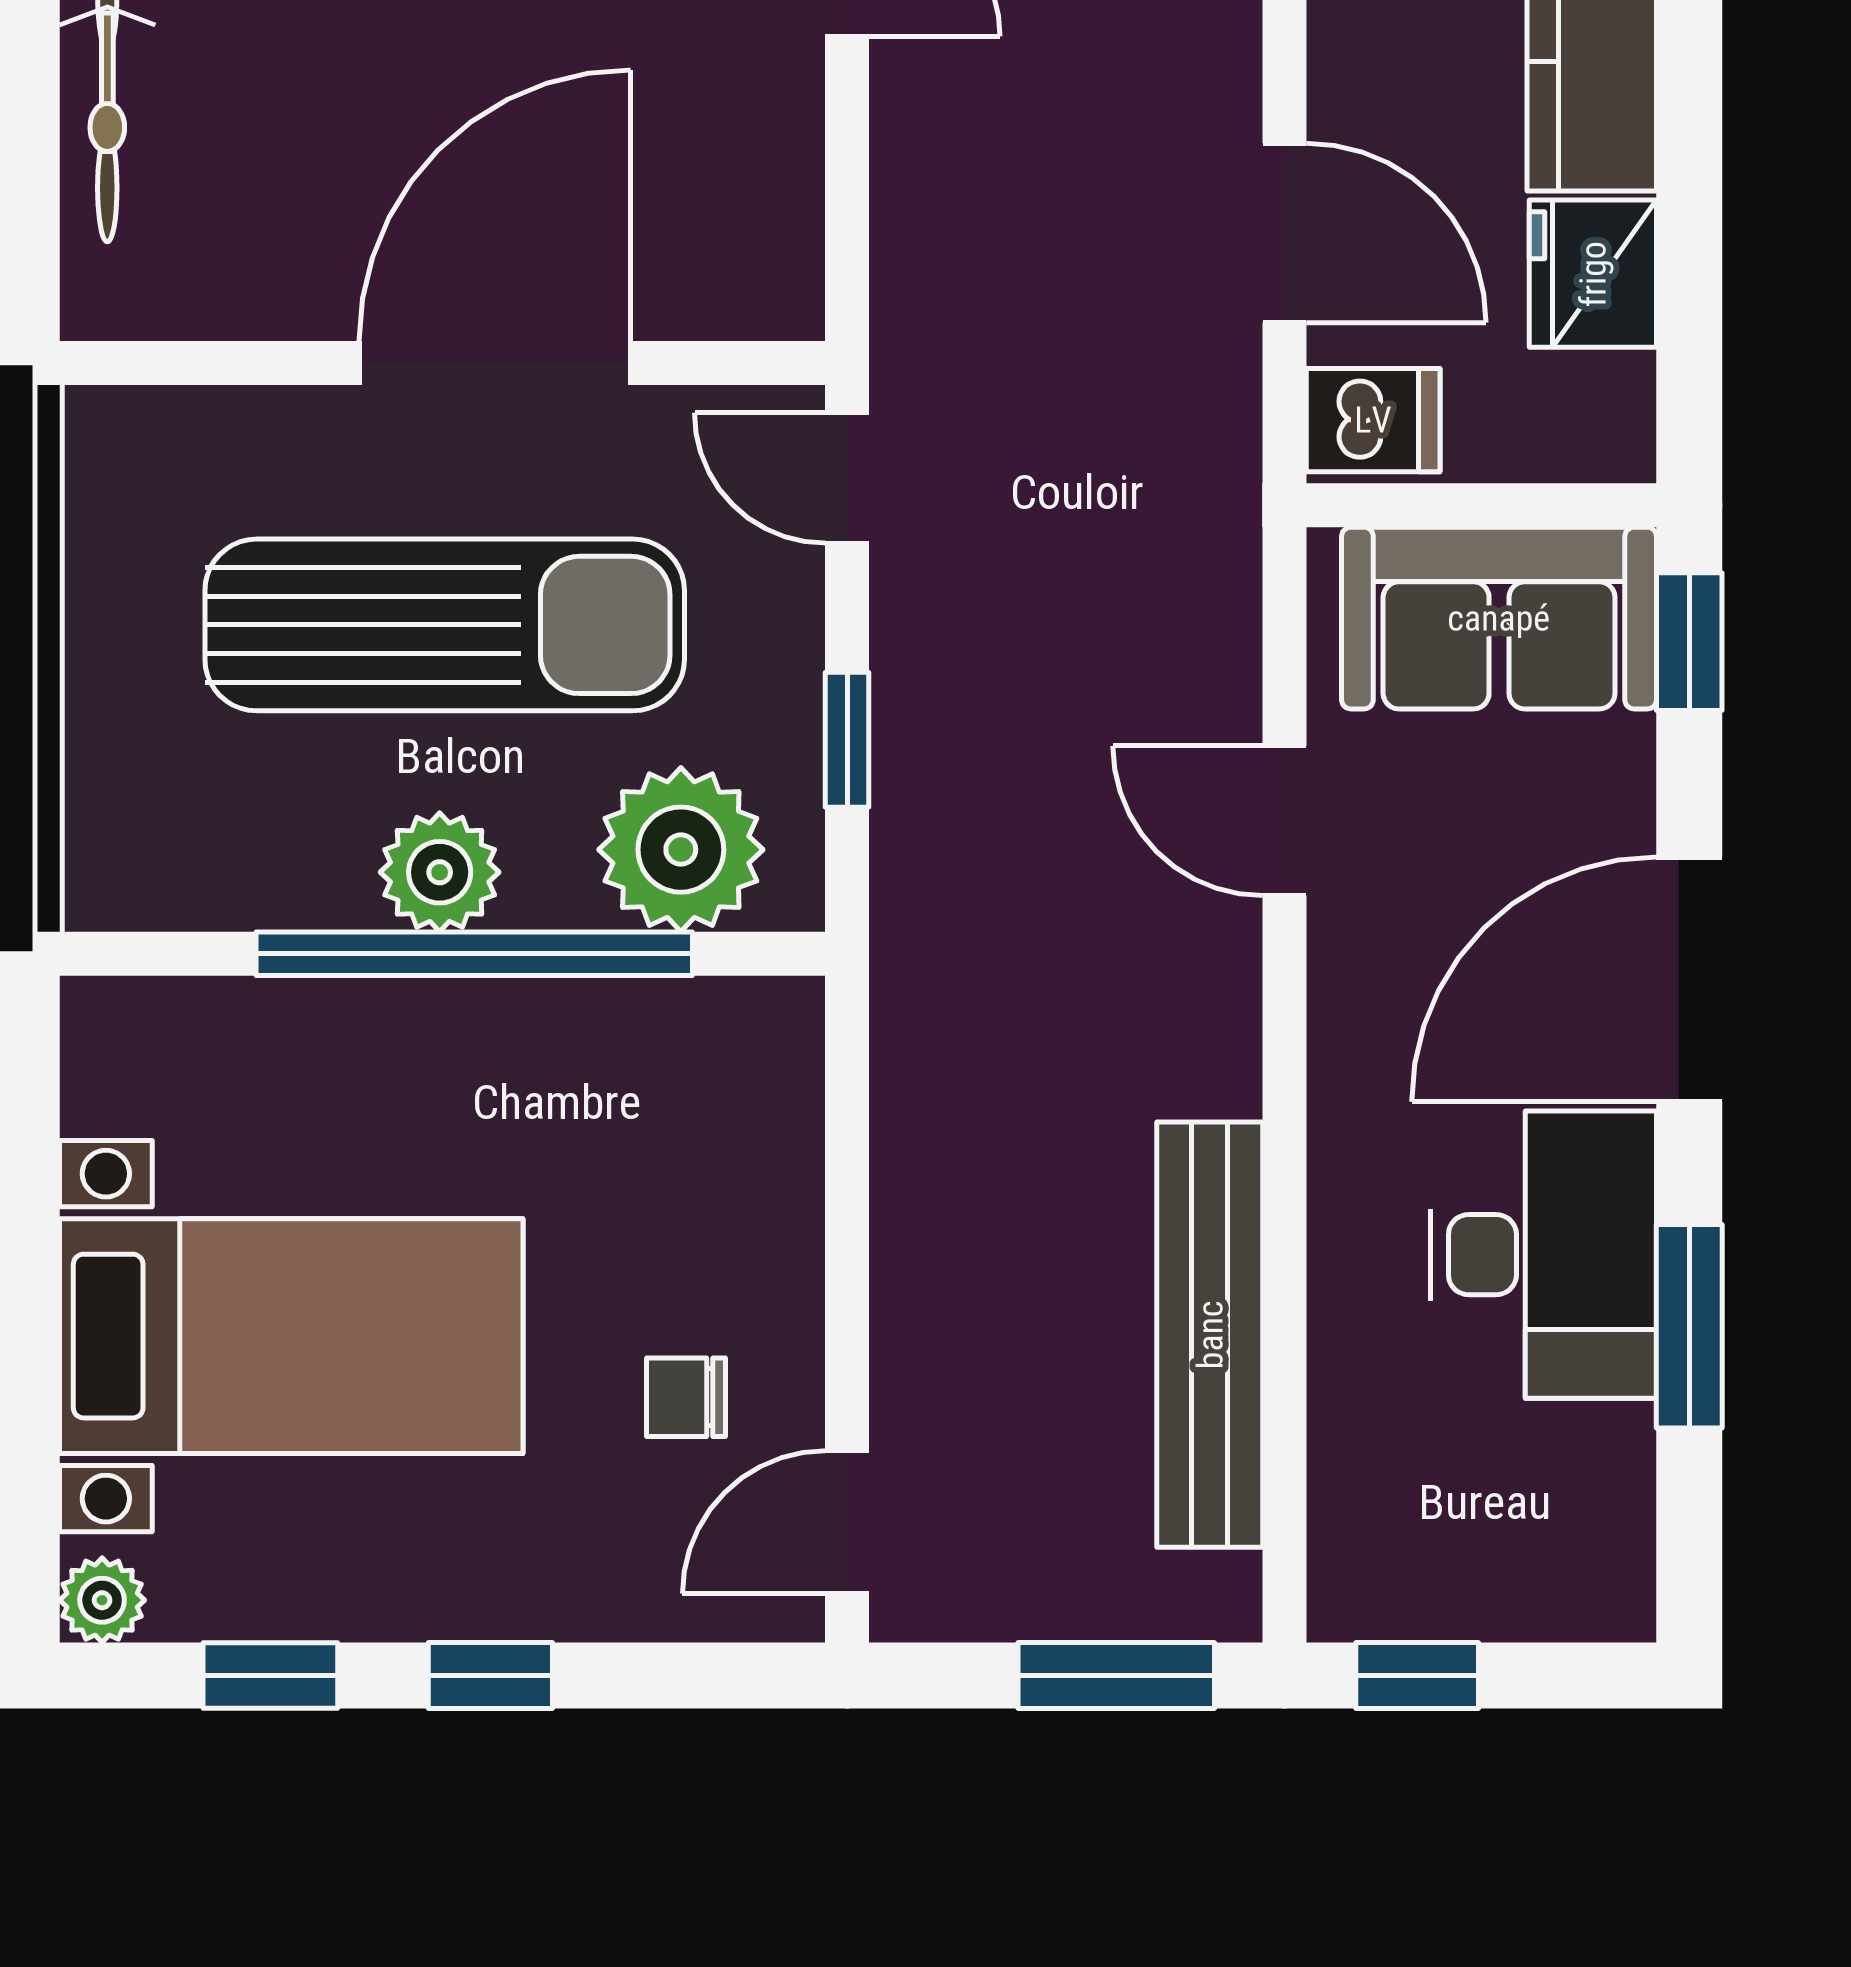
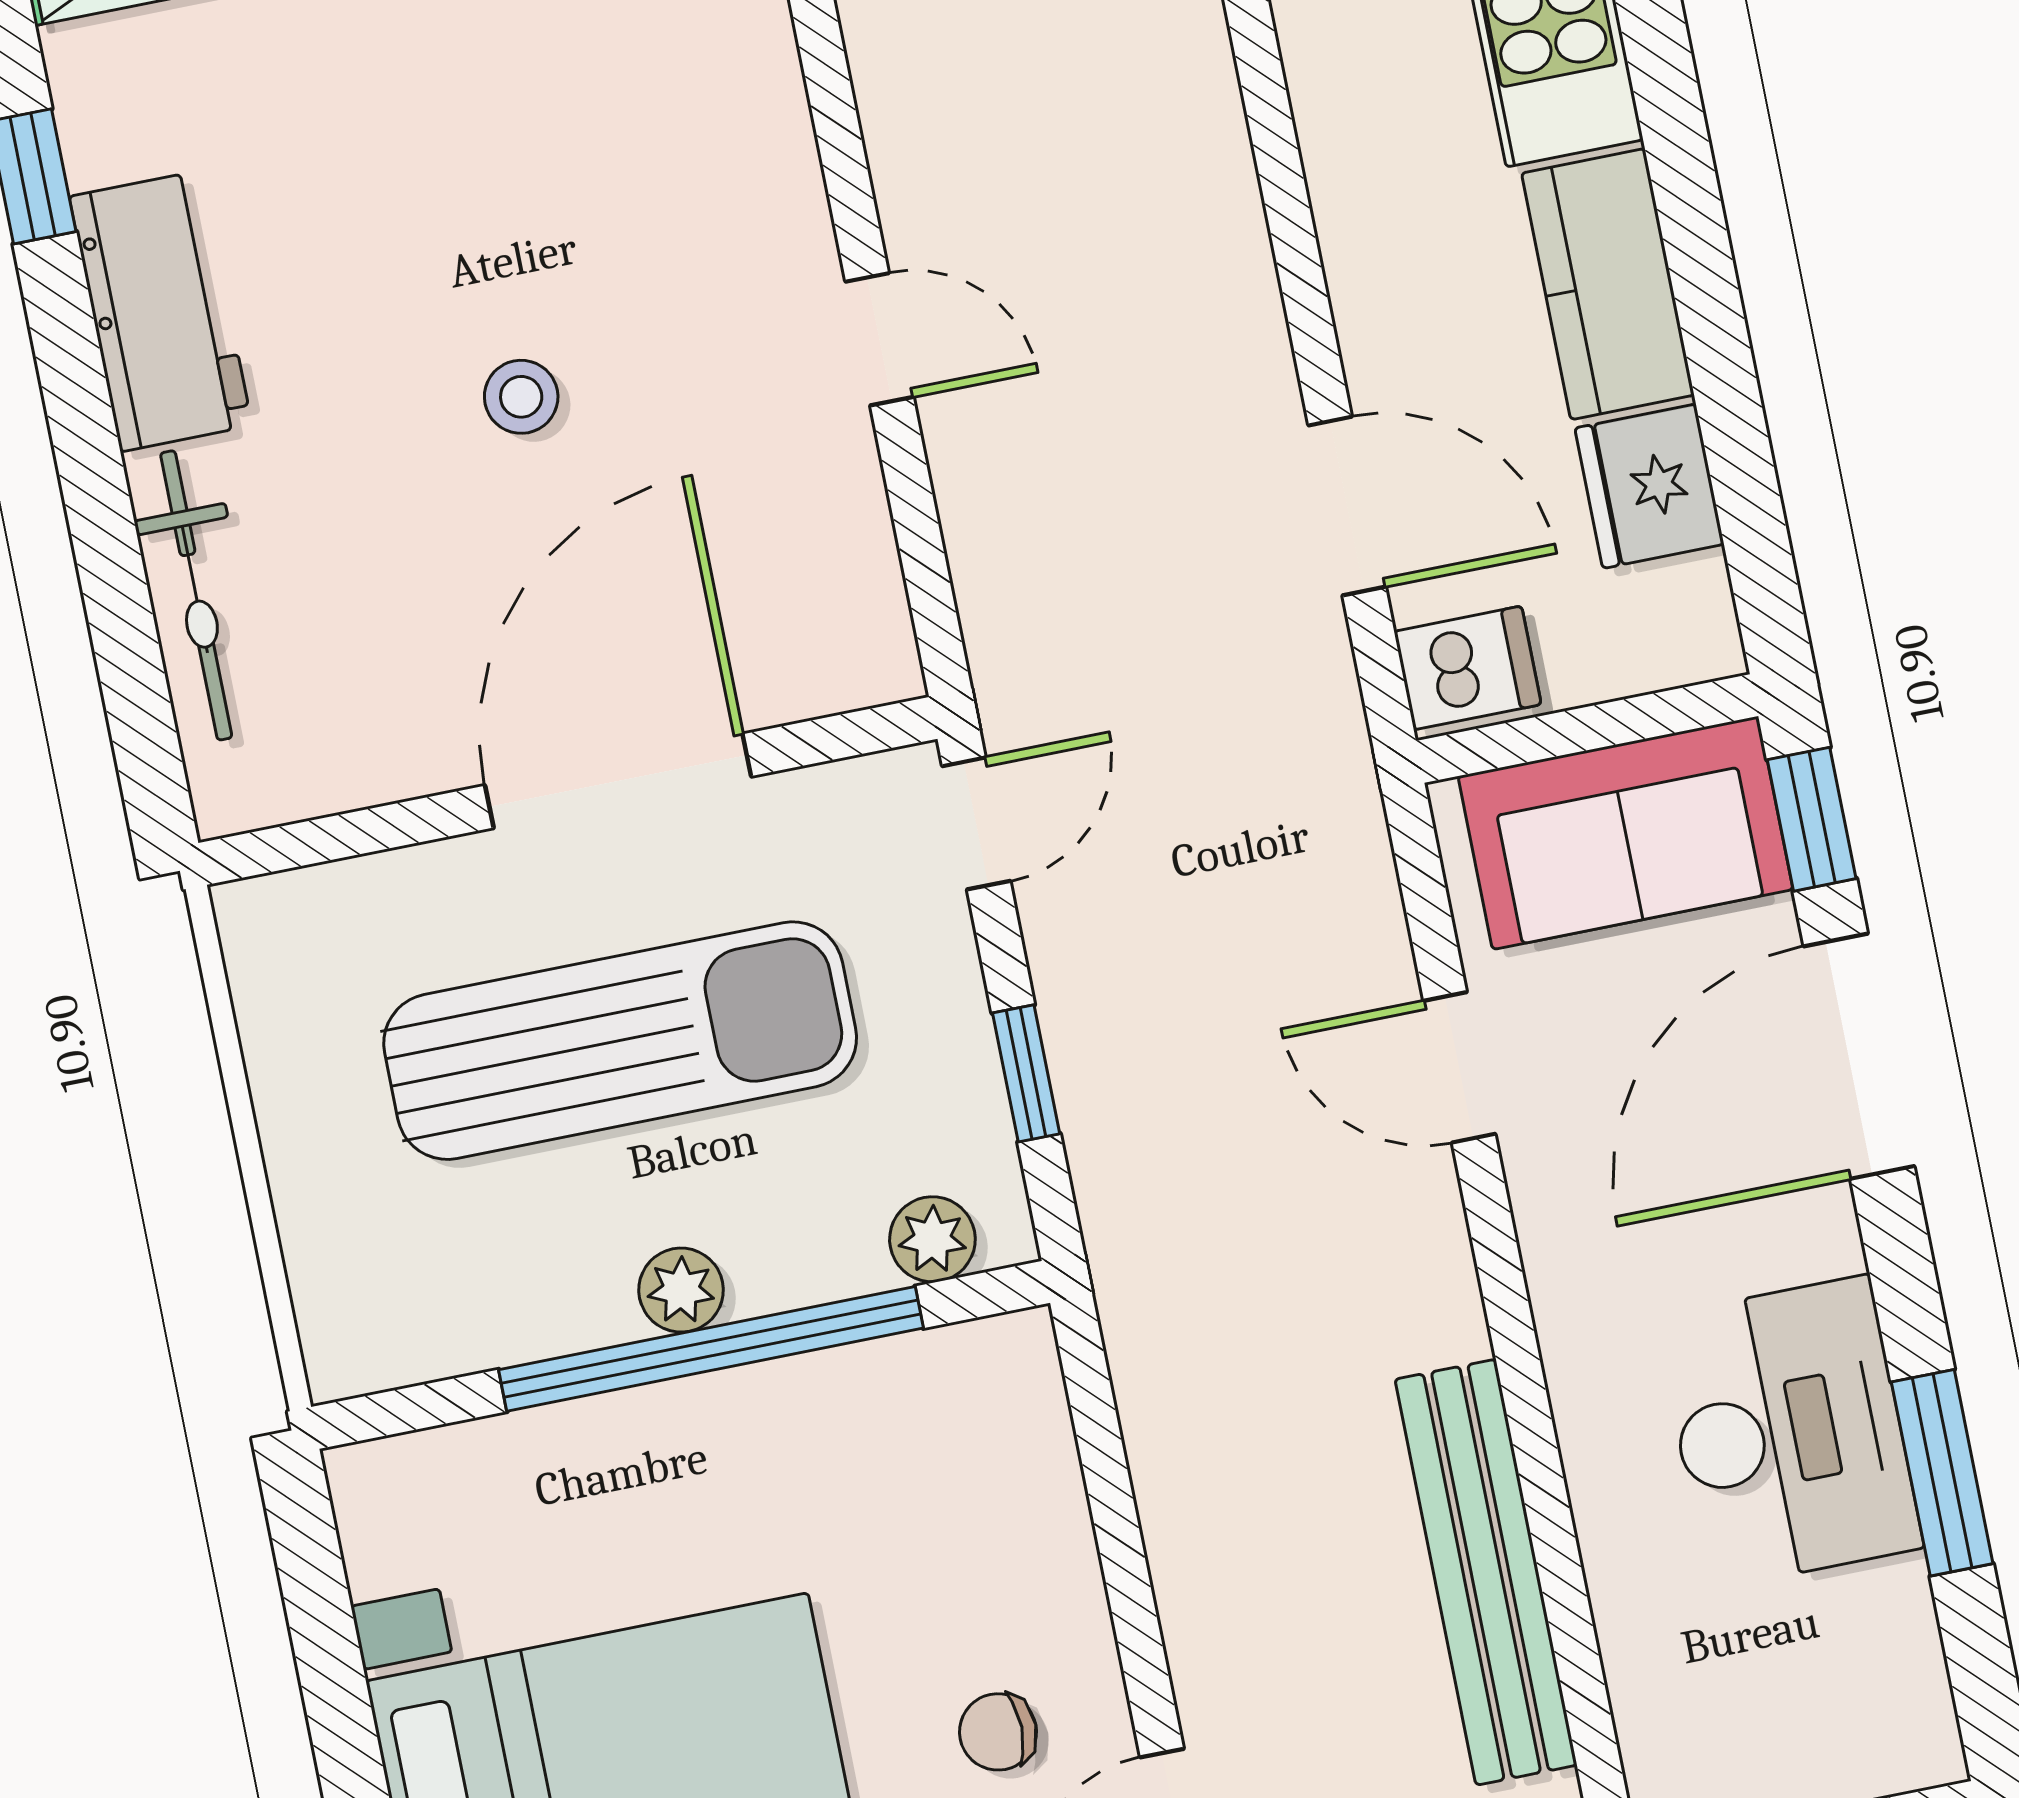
door: (847, 478) -> (976, 823), swing flipped
plant: (681, 850) -> (932, 1239), width x0.53, depth x0.53
plant: (440, 872) -> (681, 1290), width x0.73, depth x0.73
door: (1689, 979) -> (1859, 1056), moved

